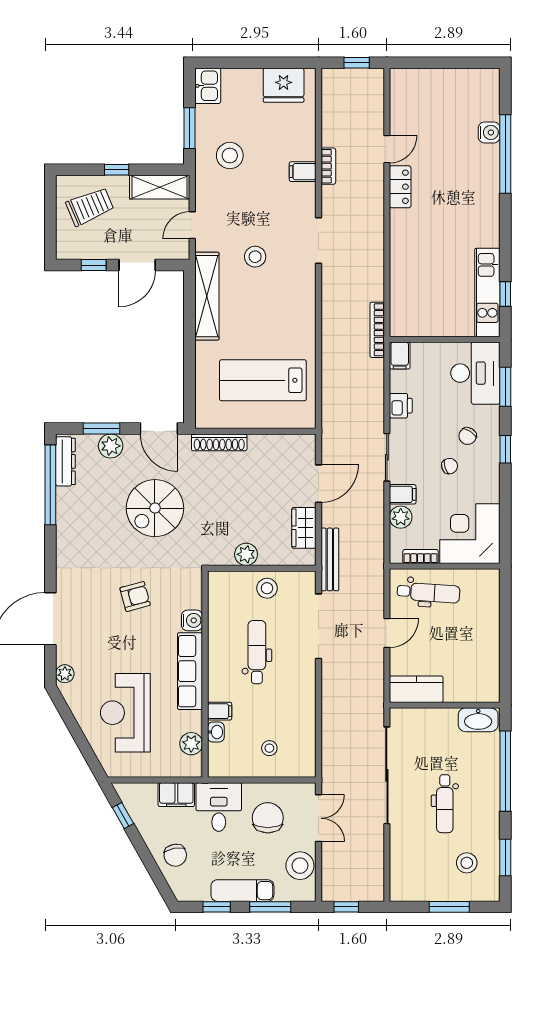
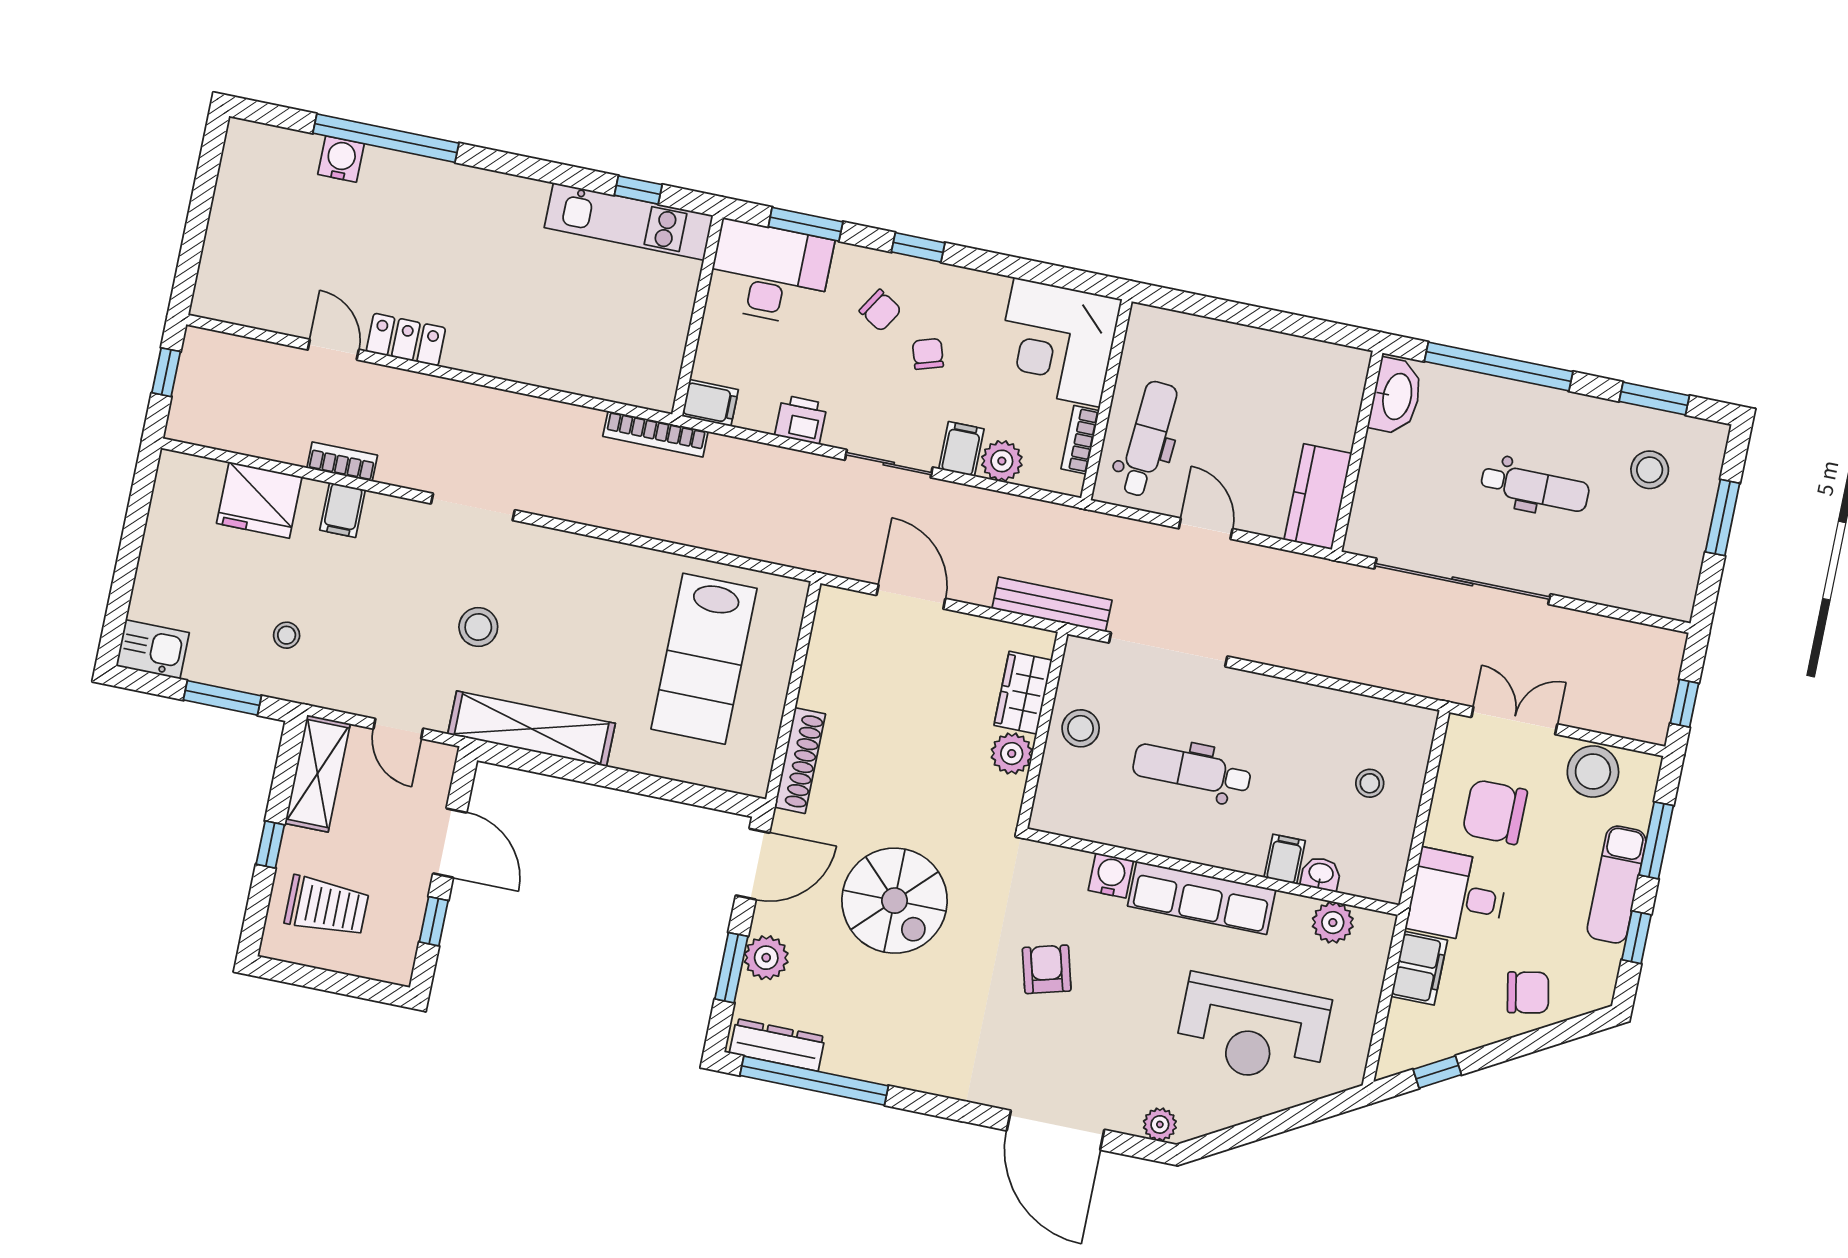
fridge: (284, 85) -> (259, 500), moved, turned 90
stool: (230, 156) -> (287, 635), width x0.53, depth x0.53
trolley: (90, 206) -> (327, 906), turned 113
wardrobe: (304, 528) -> (1023, 693), moved, turned 90

